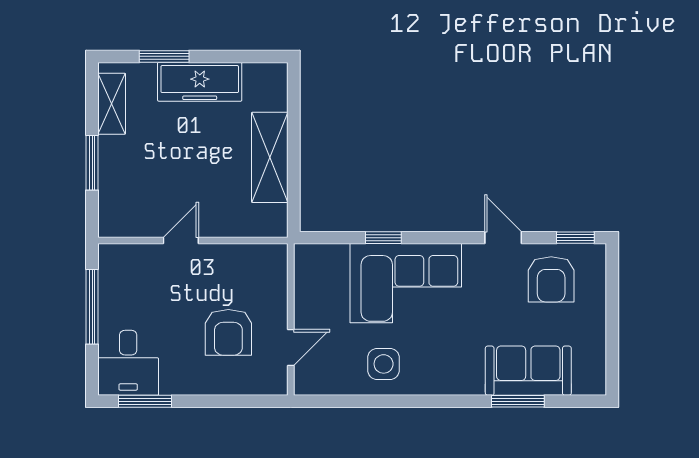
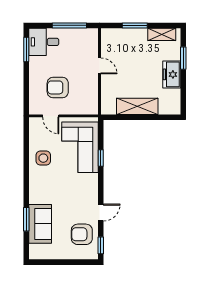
freezer: (200, 82) -> (172, 74), width x0.71
corner sofa: (406, 283) -> (80, 147), moved

